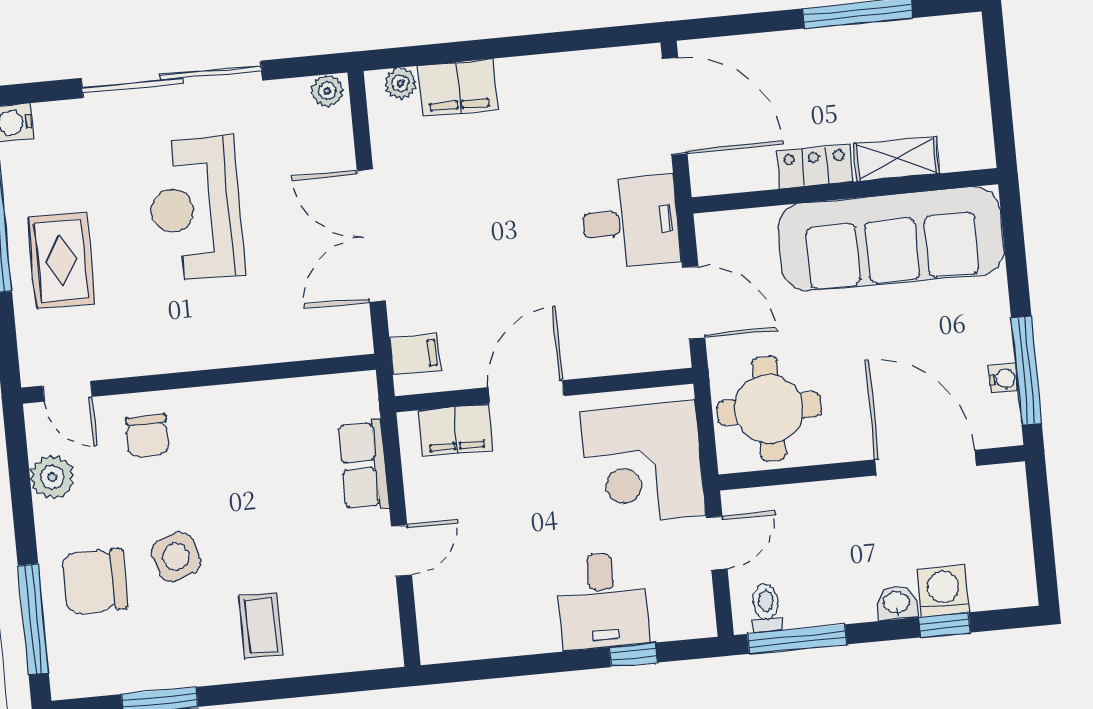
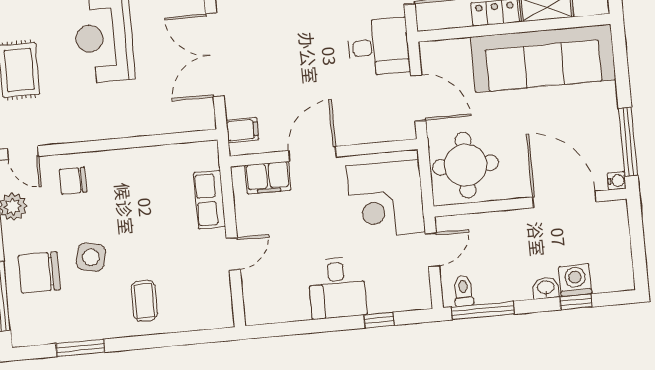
water cooler: (1003, 379) -> (617, 181), moved
chair: (147, 436) -> (73, 181), turned 90
side table: (176, 557) -> (91, 257), turned 33
desk: (603, 601) -> (337, 288), moved

